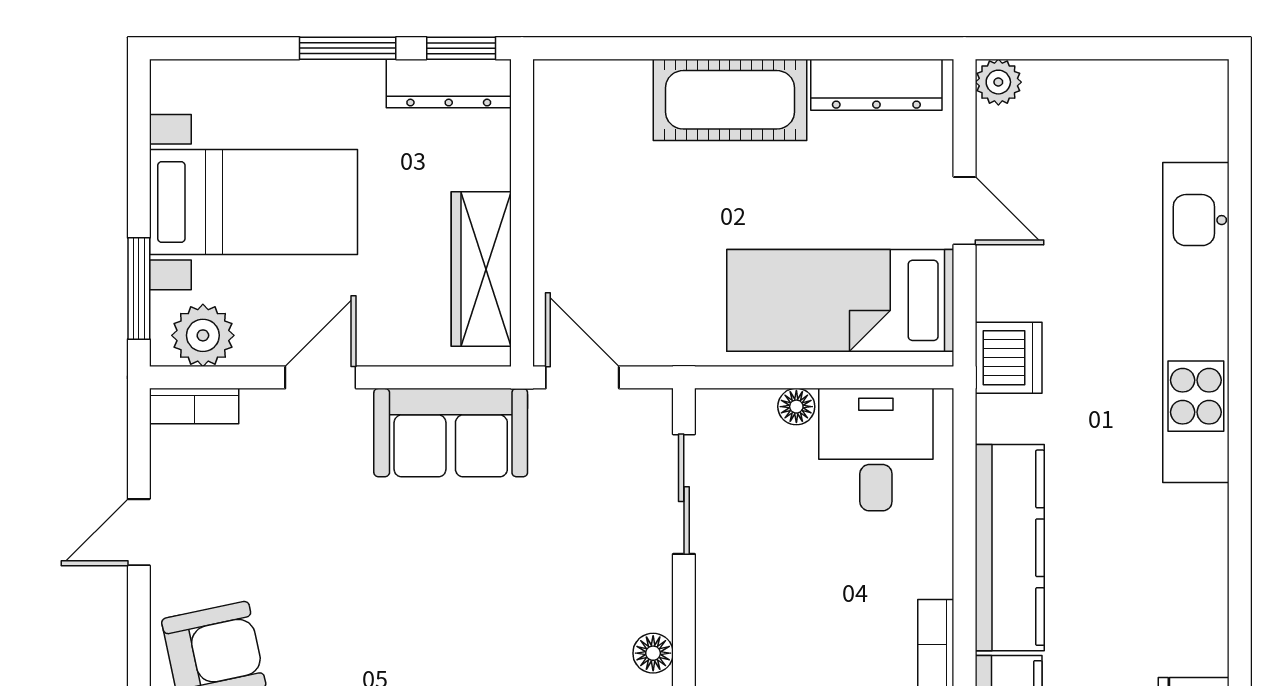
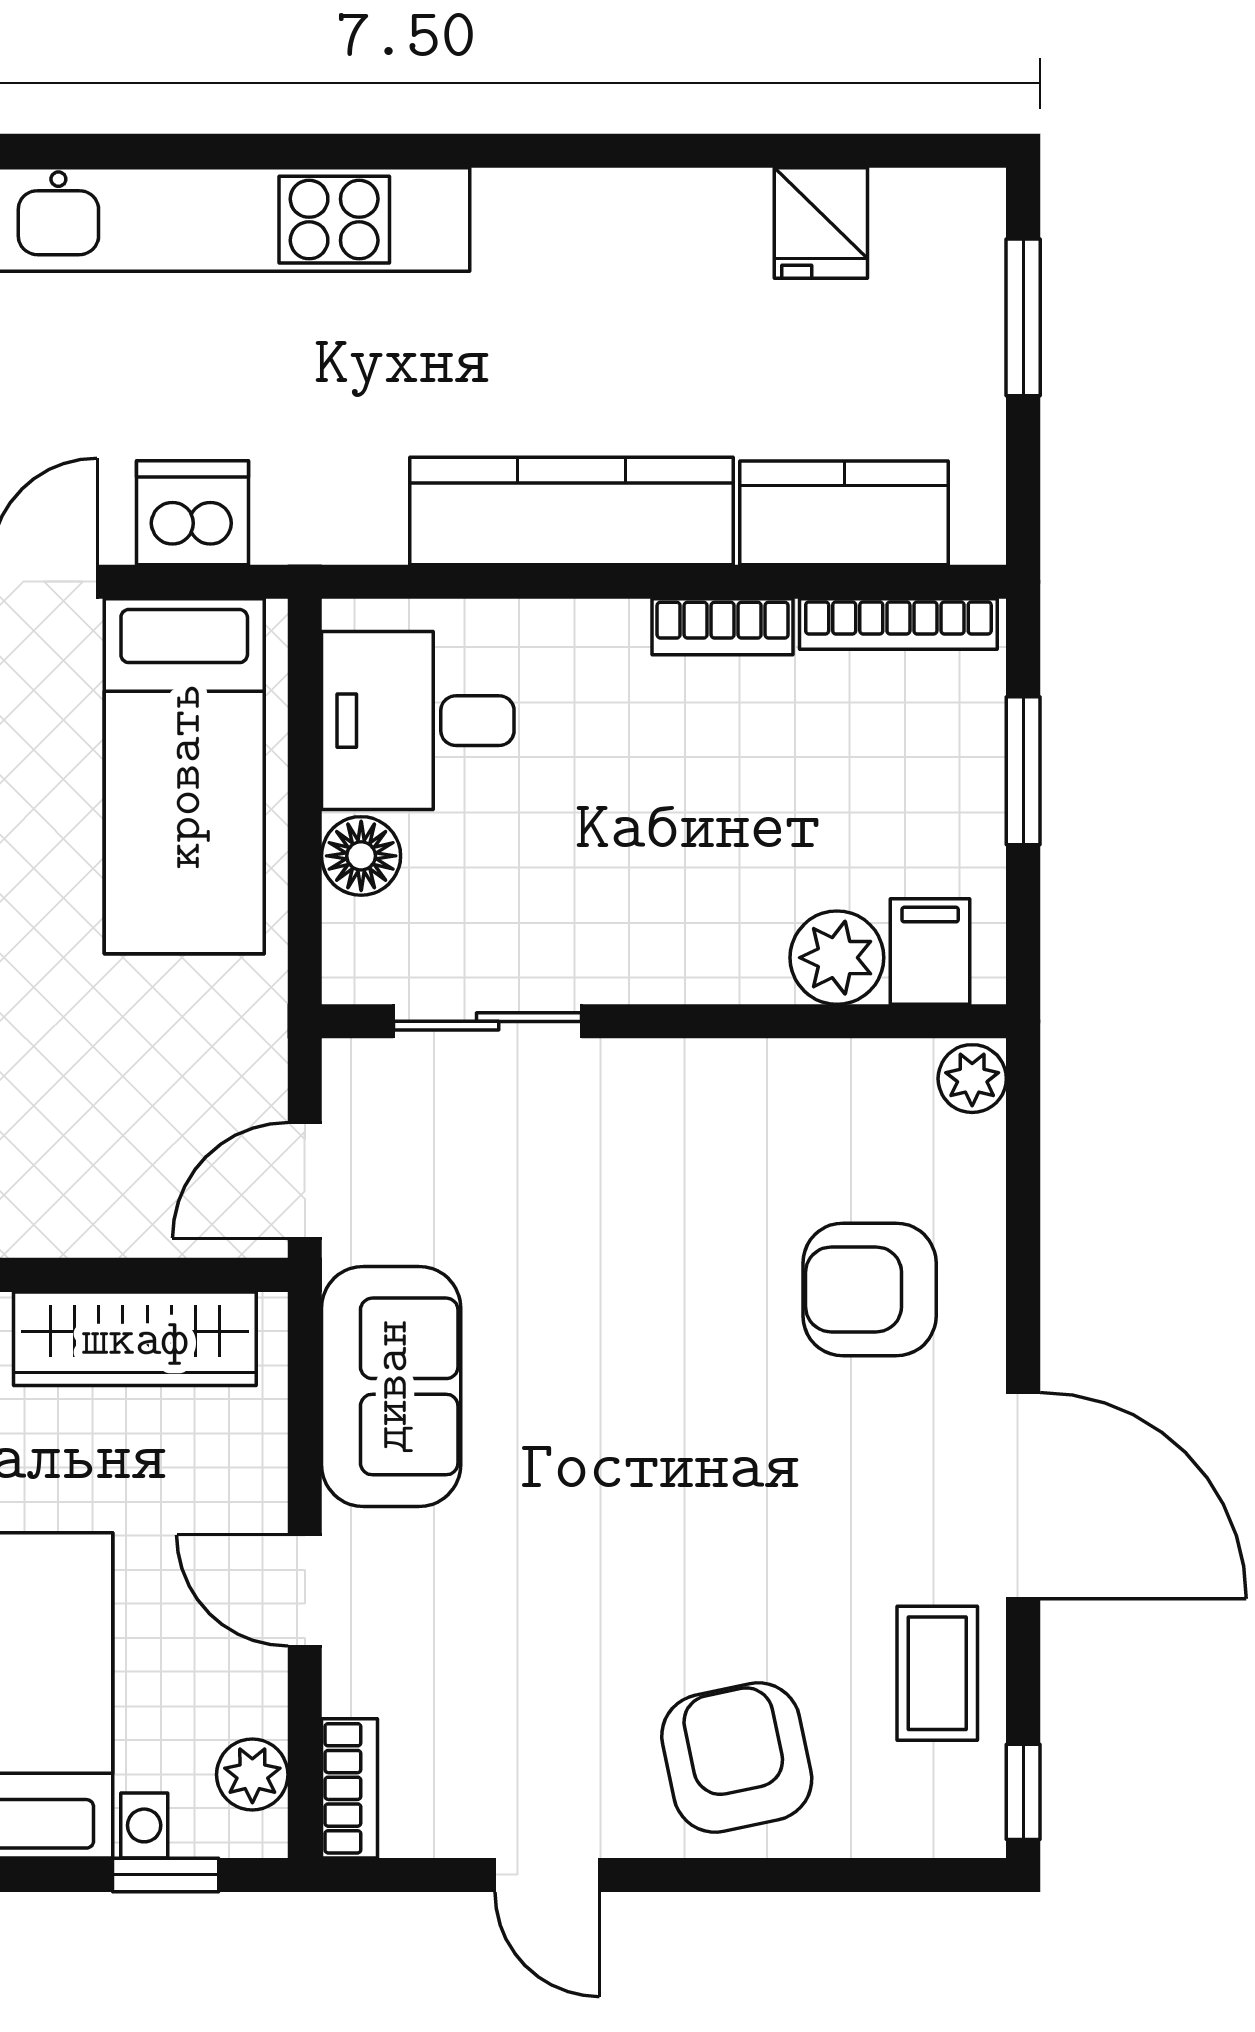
window: (139, 289) -> (166, 1875), width x0.67
plant: (203, 335) -> (252, 1775), width x0.73, depth x0.73
dishwasher: (1009, 358) -> (192, 513), moved
floor lamp: (796, 407) -> (361, 856), width x1.37, depth x1.37
floor lamp: (653, 653) -> (737, 1070), removed

